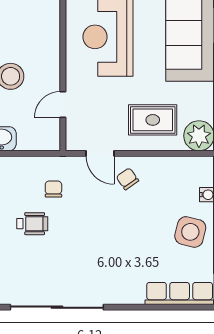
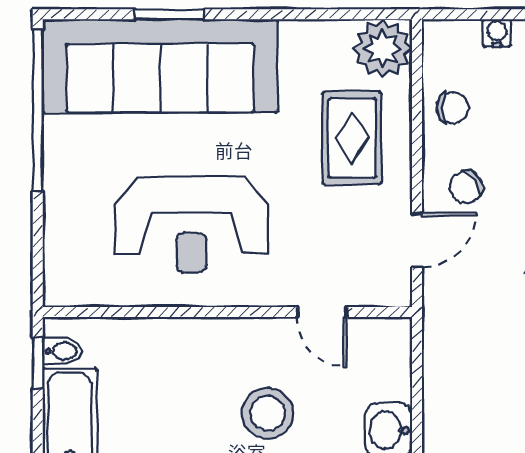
chair: (53, 189) -> (452, 108), moved, turned 180

